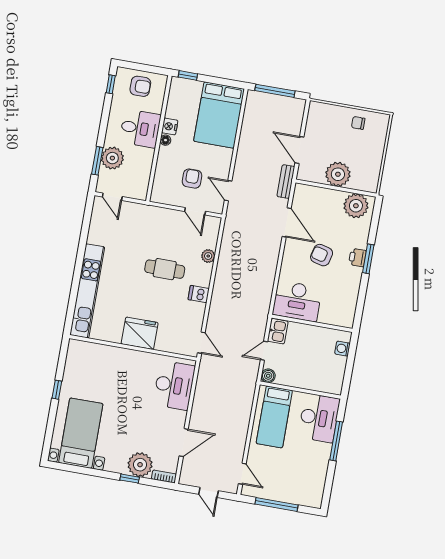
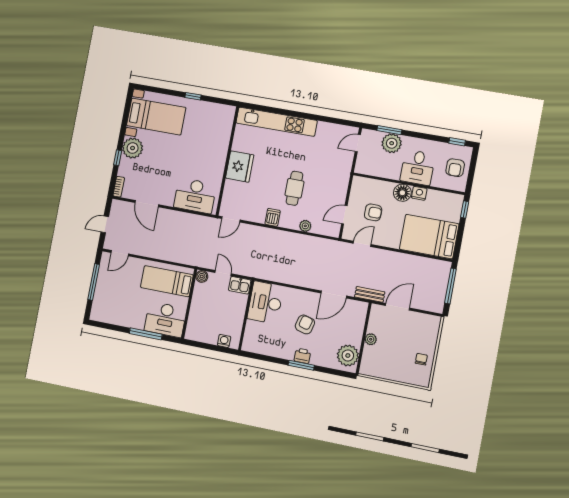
floor lamp: (165, 140) -> (402, 193), width x1.89, depth x1.89
plant: (338, 174) -> (371, 339), width x0.53, depth x0.53
plant: (140, 465) -> (133, 148), moved

